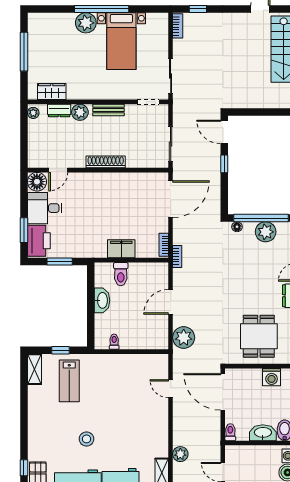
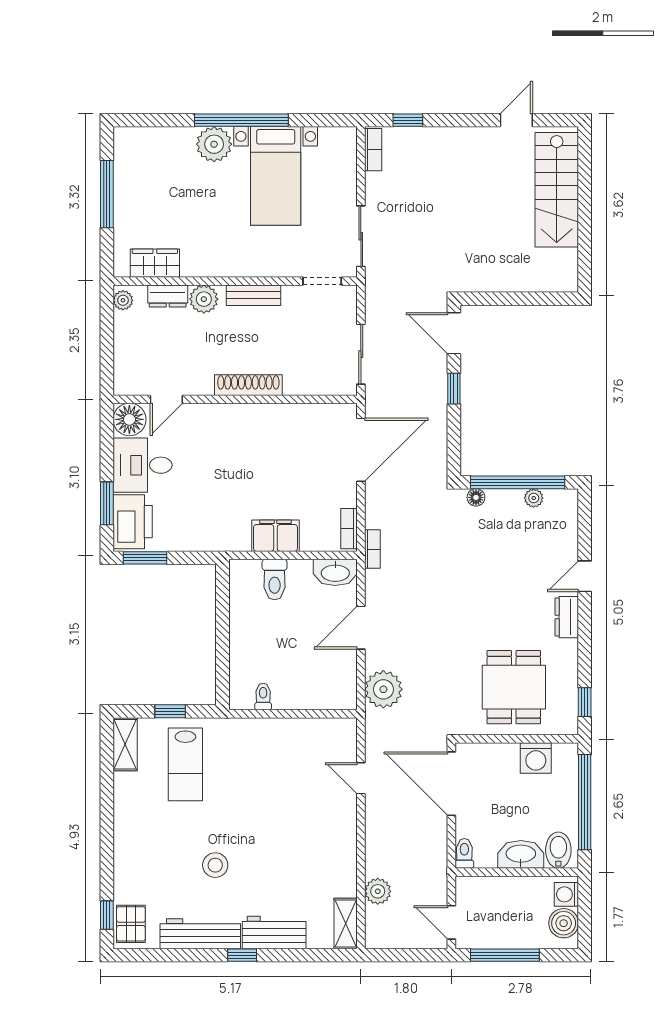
plant: (266, 232) -> (534, 498), width x0.53, depth x0.53
window: (60, 262) -> (145, 558), moved
washbasin: (102, 300) -> (335, 572), moved, turned 90

